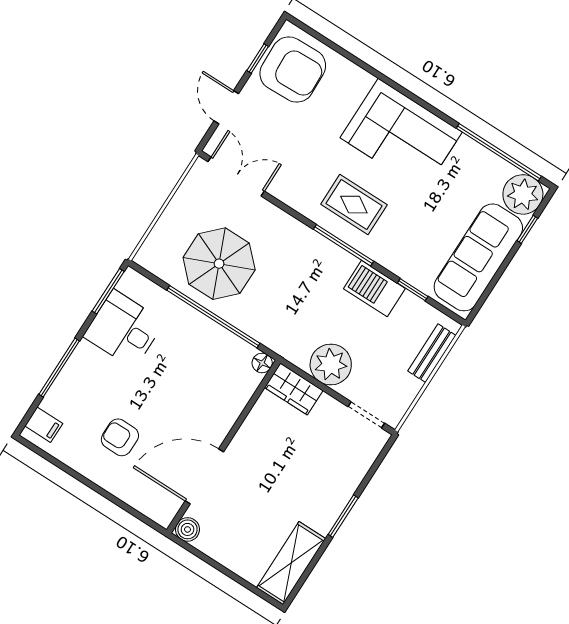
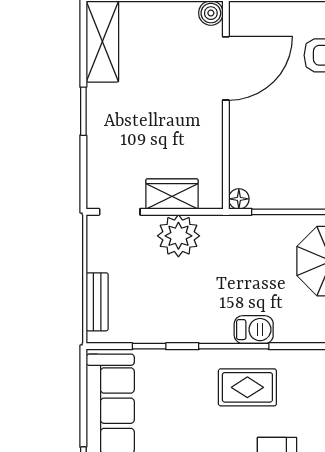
barbecue: (374, 289) -> (254, 330), moved, width x0.73, depth x0.79
wardrobe: (294, 389) -> (172, 194), moved

